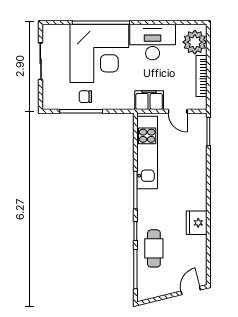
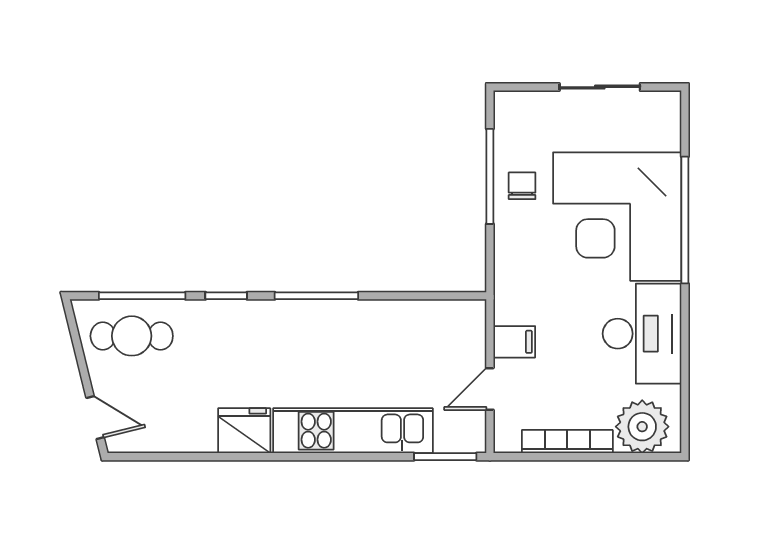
filing cabinet: (149, 100) -> (514, 342), width x0.50
kitchen unit: (147, 152) -> (353, 431), moved, turned 180
cafe table: (154, 248) -> (132, 336), moved

